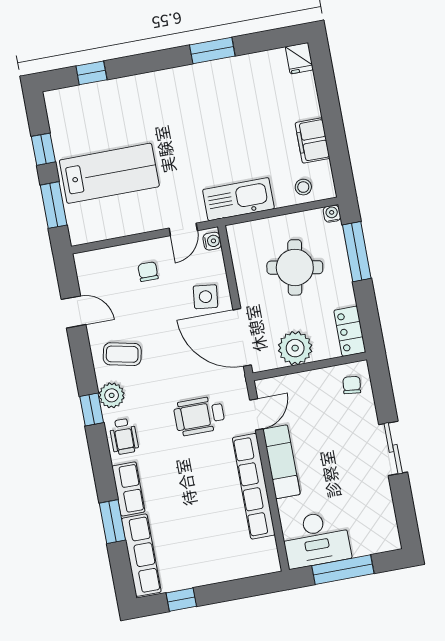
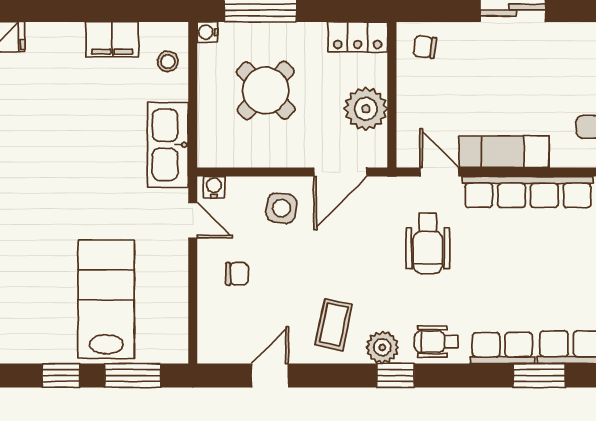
round table: (295, 267) -> (266, 90), turned 34
chair: (148, 272) -> (237, 274), turned 180
door: (242, 337) -> (340, 172), width x0.73
wheelchair: (124, 436) -> (436, 342), turned 180

